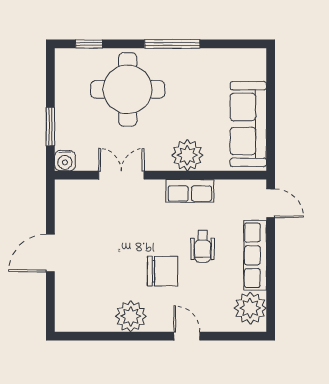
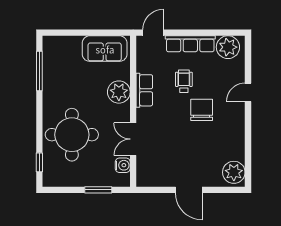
window: (172, 44) -> (39, 71), moved
sofa: (248, 124) -> (105, 49), width x0.73
water cooler: (65, 161) -> (123, 165), moved
wheelchair: (203, 246) -> (184, 81), turned -90
plant: (131, 316) -> (234, 172), moved

